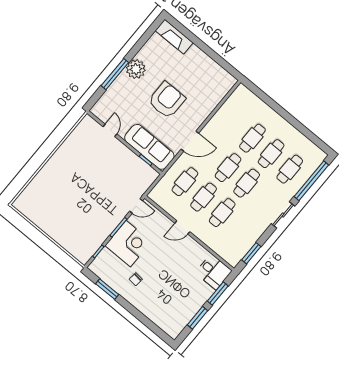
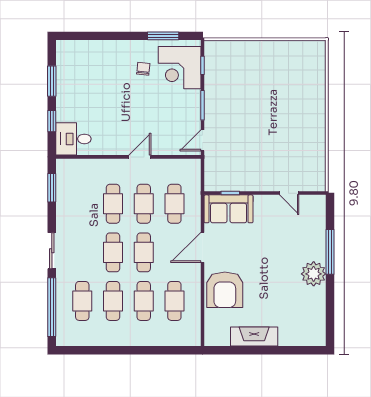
fireplace: (174, 37) -> (254, 337), moved
armchair: (167, 100) -> (225, 290), moved
cafe table: (234, 123) -> (174, 301), added
sofa: (149, 147) -> (229, 209), width x0.73
corner desk: (128, 244) -> (180, 68), moved
window: (218, 293) -> (52, 121), width x0.67

